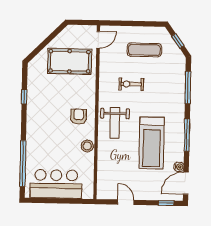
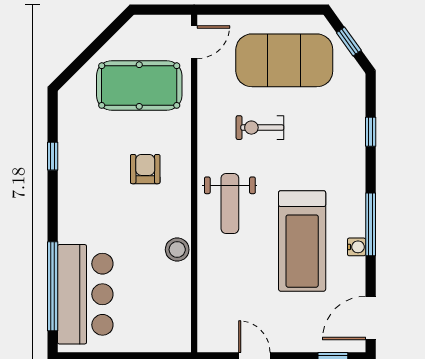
exercise mat: (144, 50) -> (284, 60), width x2.00, depth x1.45
window: (188, 87) -> (371, 132), width x0.46
armchair: (79, 117) -> (145, 169), moved
water cooler: (179, 167) -> (357, 247), moved
bar counter: (56, 184) -> (85, 294), moved, turned 90

